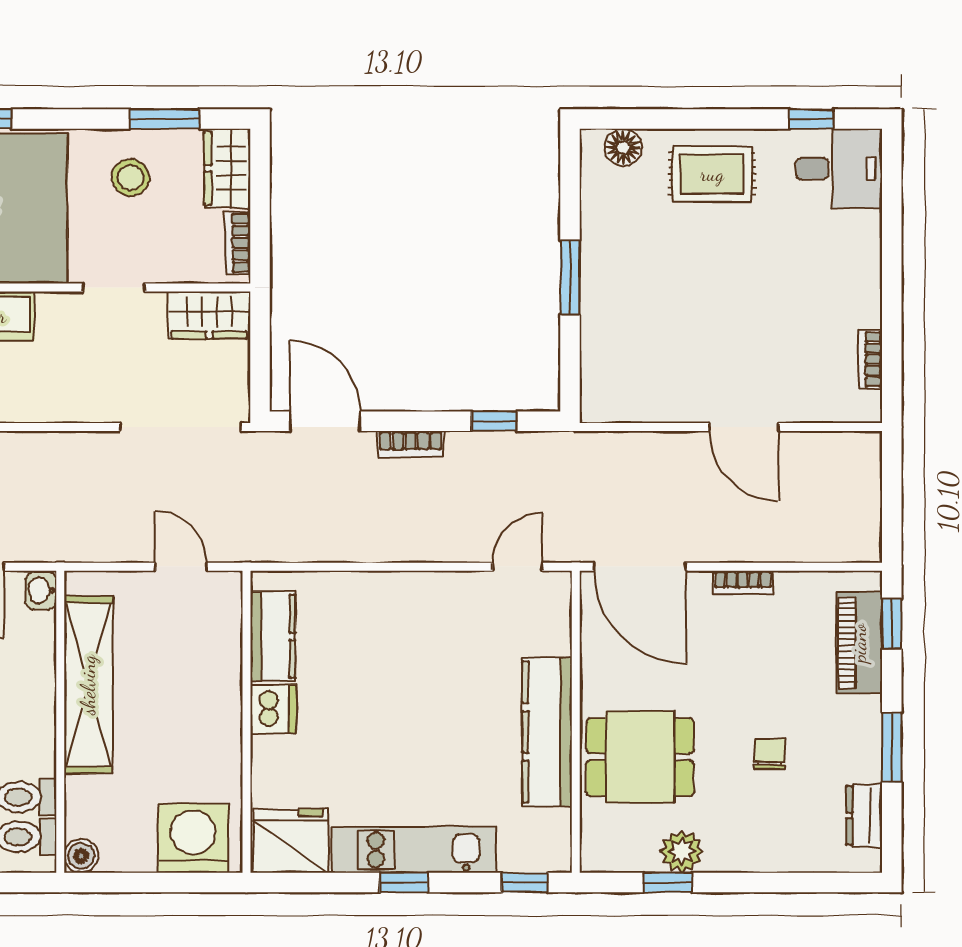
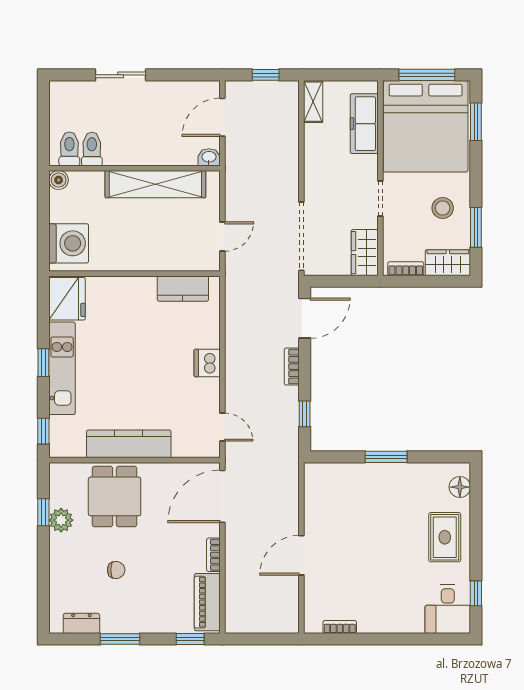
piano: (859, 643) -> (207, 602), moved, turned -90
dishwasher: (273, 709) -> (207, 363), moved, turned 90

